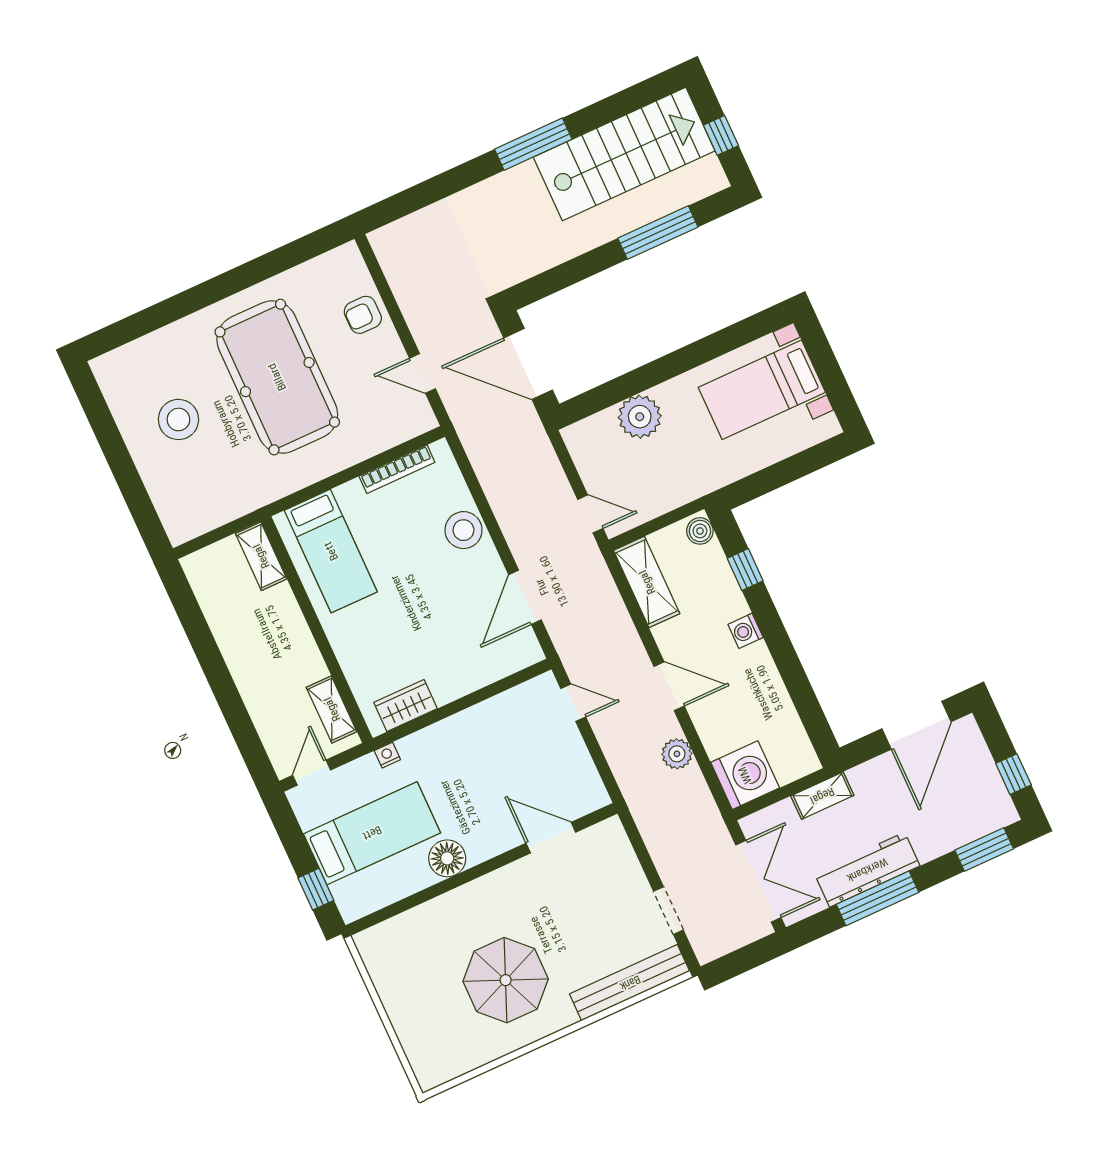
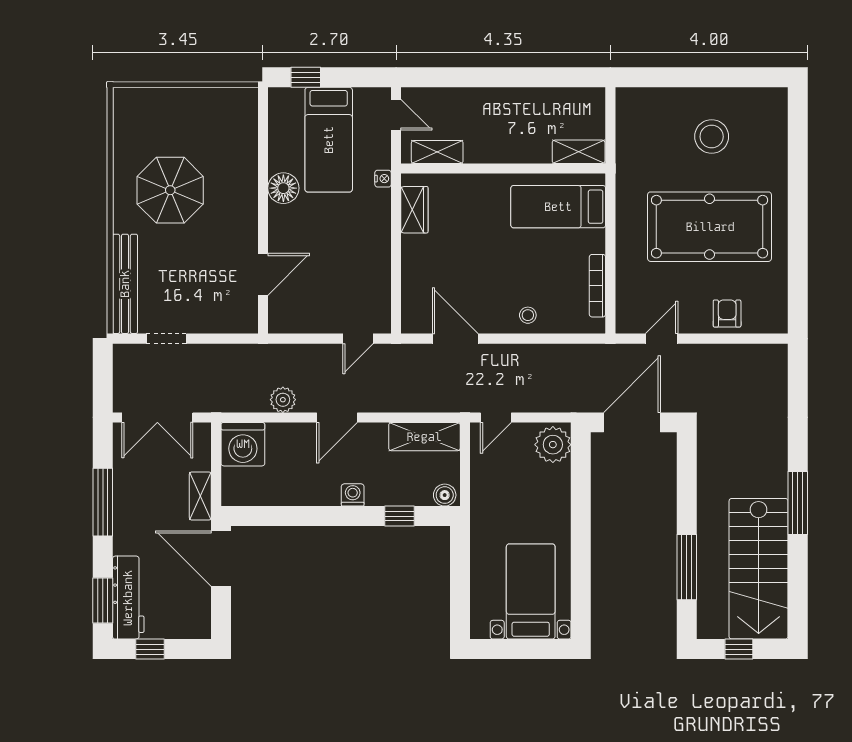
plant: (640, 417) -> (553, 445), moved
stool: (464, 530) -> (528, 315), width x0.53, depth x0.53
door: (917, 725) -> (221, 559), moved
workbench: (867, 870) -> (128, 598), moved

